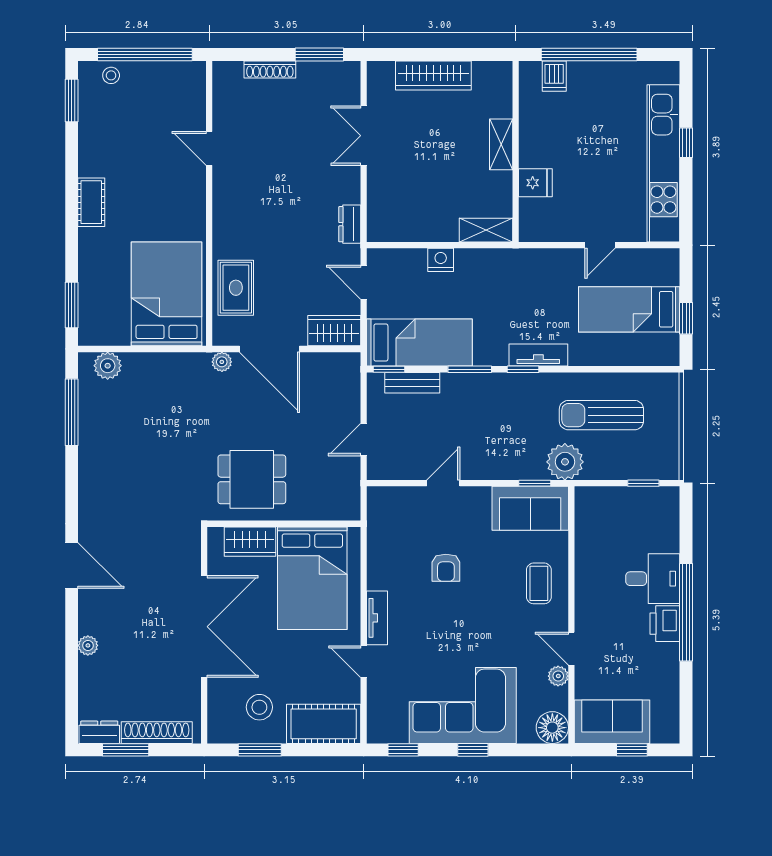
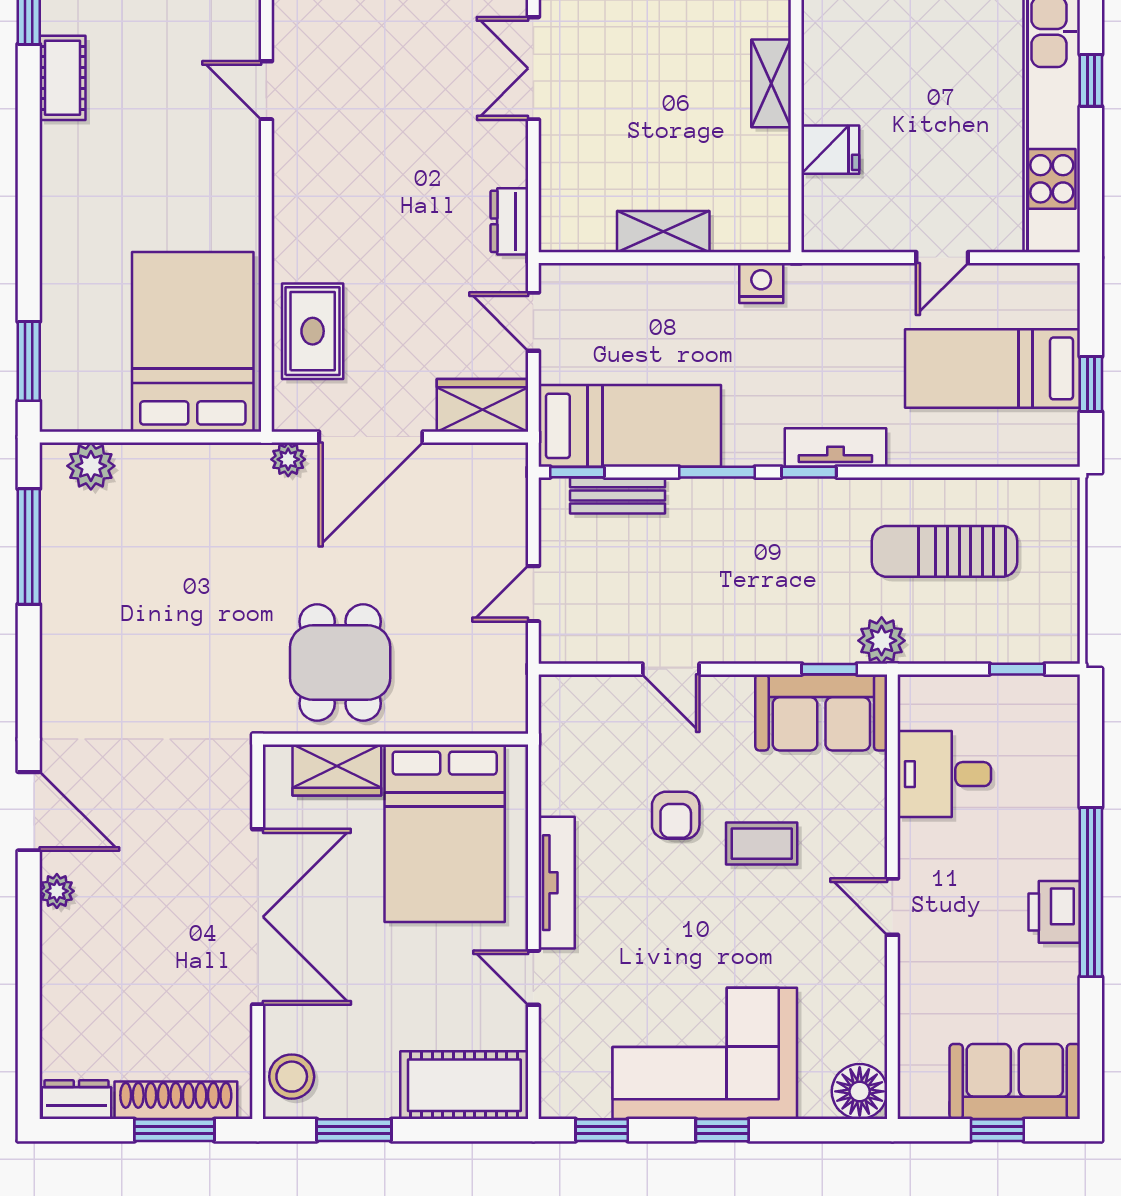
cot: (91, 202) -> (63, 78), moved
shelving: (486, 230) -> (663, 232), moved
nightstand: (441, 260) -> (761, 283), moved
door: (270, 349) -> (371, 437), hinge flipped
plant: (565, 462) -> (882, 641), width x0.73, depth x0.73
dining table: (252, 479) -> (340, 663), turned 90
door: (443, 483) -> (671, 669), swing flipped
desk: (653, 579) -> (944, 774), moved, turned 180
coffee table: (539, 583) -> (762, 844), moved, turned 90
tv unit: (377, 618) -> (557, 883), width x1.41
plant: (88, 645) -> (57, 891), moved
door: (571, 649) -> (892, 907), moved
plant: (558, 676) -> (870, 1002), removed
stool: (259, 707) -> (292, 1077), moved
sofa: (612, 722) -> (1015, 1082), moved
window: (126, 750) -> (174, 1130), moved

